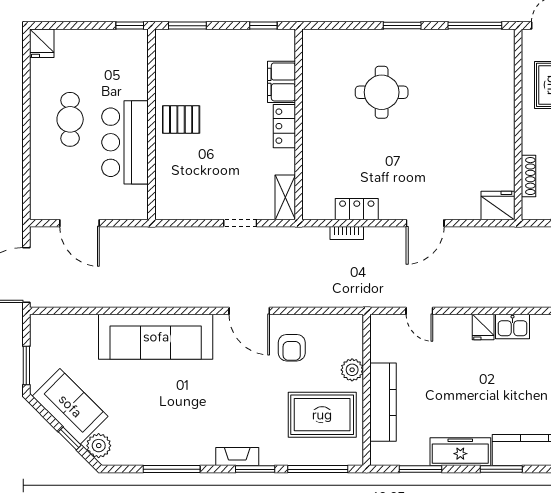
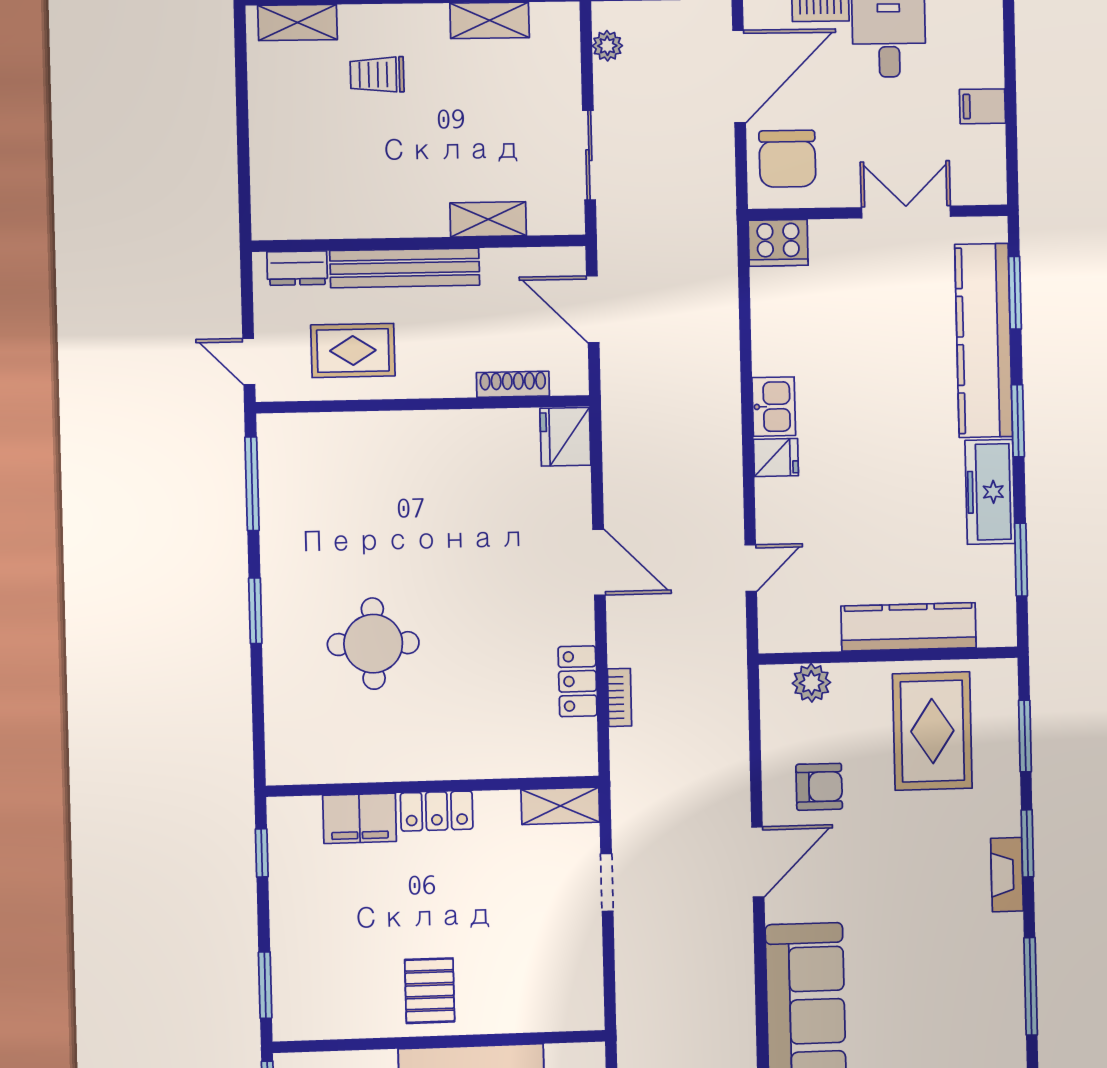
plant: (352, 370) -> (811, 683), moved
window: (318, 469) -> (1025, 736), width x0.69

